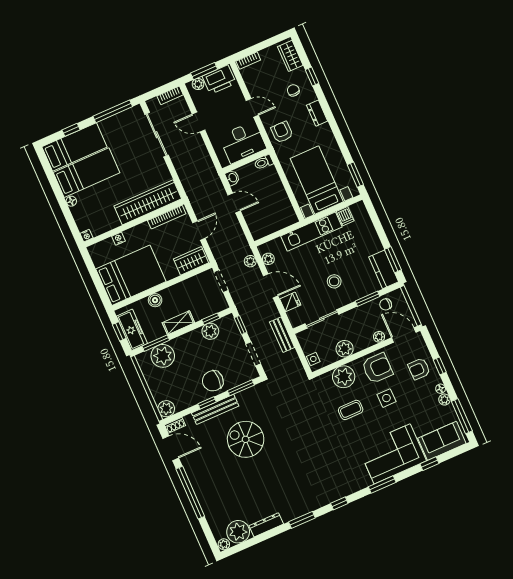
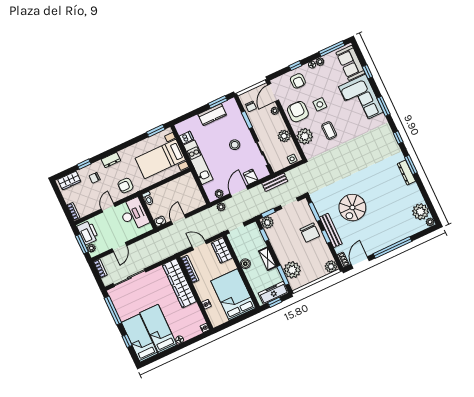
kitchen counter: (384, 269) -> (212, 115), moved
boiler: (155, 300) -> (245, 264), moved
plant: (210, 331) -> (267, 222), moved
dresser: (266, 525) -> (406, 173), moved

